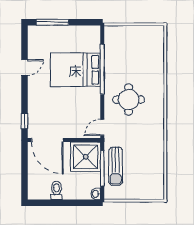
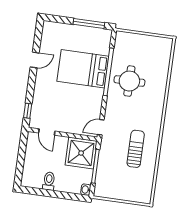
window: (52, 22) -> (89, 24), moved
round table: (129, 100) -> (129, 81), moved
door: (47, 140) -> (47, 132), width x0.53
sun lounger: (116, 166) -> (136, 149), moved, turned 180

